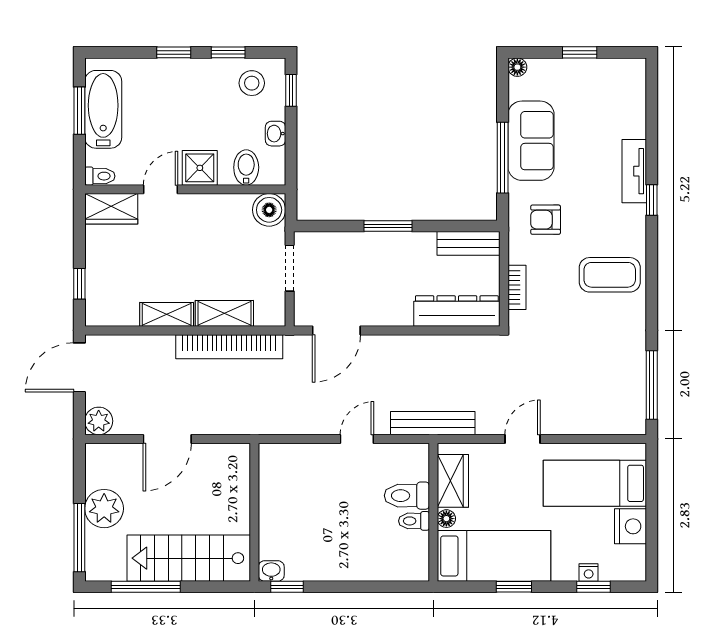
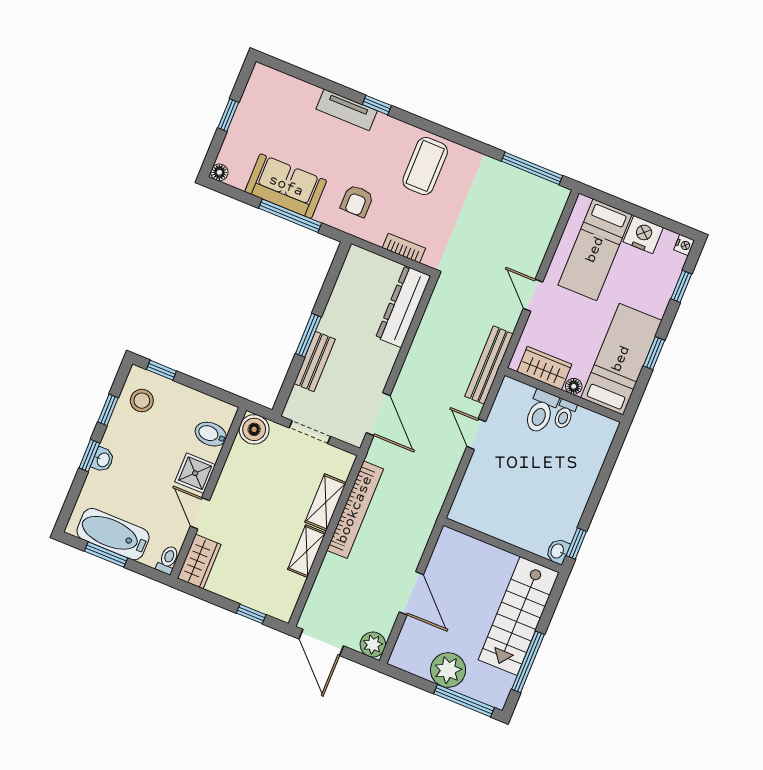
washbasin: (275, 134) -> (103, 460), moved, turned -90
bench: (468, 243) -> (315, 361), moved
nightstand: (589, 573) -> (684, 245), moved

